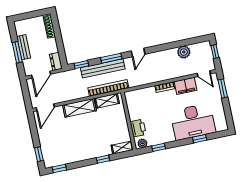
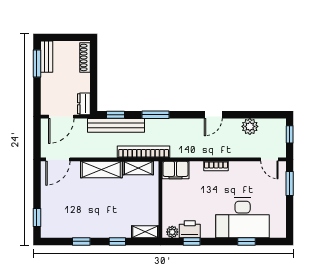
bench: (24, 47) -> (47, 57), moved
window: (17, 52) -> (37, 64), moved
door: (138, 53) -> (213, 115), moved
bench: (103, 68) -> (116, 125), moved
filing cabinet: (185, 86) -> (175, 170), moved
printer: (138, 128) -> (190, 229), moved, turned -90
window: (59, 168) -> (81, 241), moved

